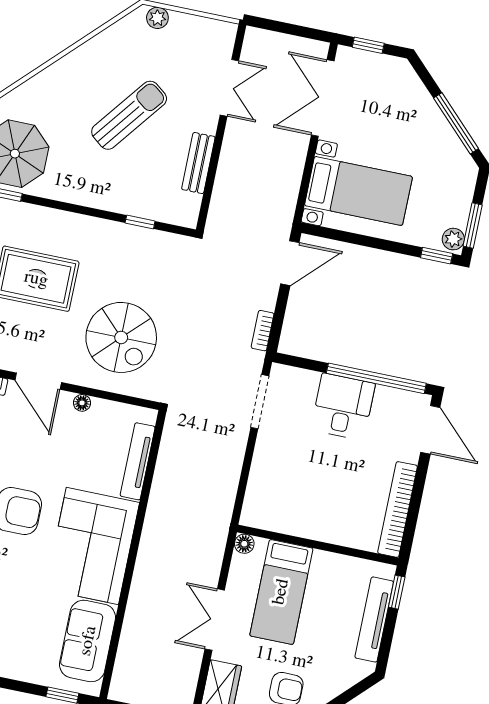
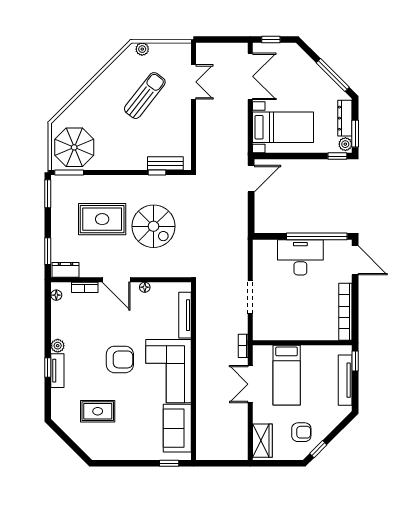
double door: (323, 98) -> (250, 76), swing flipped
sun lounger: (129, 115) -> (145, 96), moved
bench: (198, 163) -> (165, 163), moved, turned 90
dresser: (461, 197) -> (345, 118), added
bookcase: (263, 331) -> (243, 346), moved
spiral stairs: (121, 337) -> (153, 226), moved
doorway: (260, 402) -> (250, 297), moved
desk: (343, 407) -> (300, 257), width x1.37
floor lamp: (244, 544) -> (259, 351), removed
double door: (215, 620) -> (250, 384), moved

